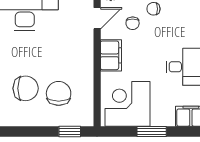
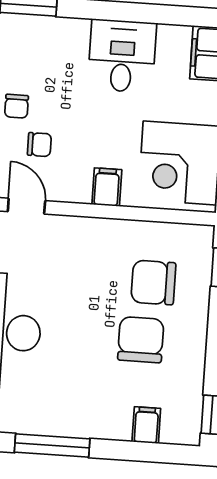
filing cabinet: (111, 55) -> (107, 187), width x0.50

